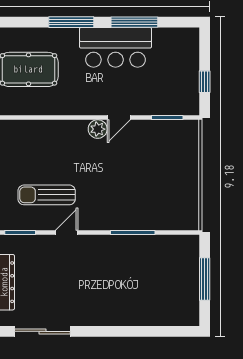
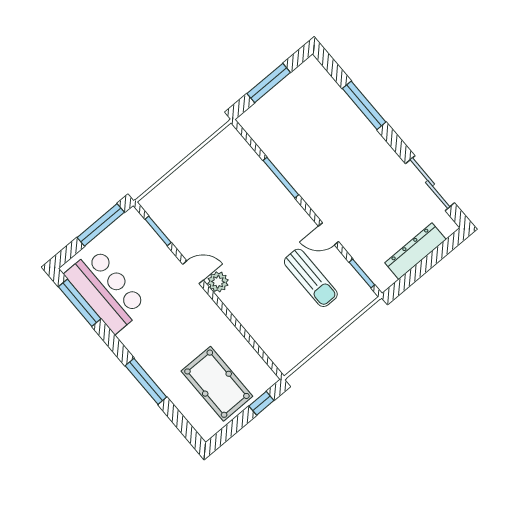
window: (134, 22) -> (80, 303), moved
bar counter: (116, 47) -> (106, 290), moved
window: (205, 82) -> (101, 225), width x2.17
window: (134, 331) -> (364, 105), added

